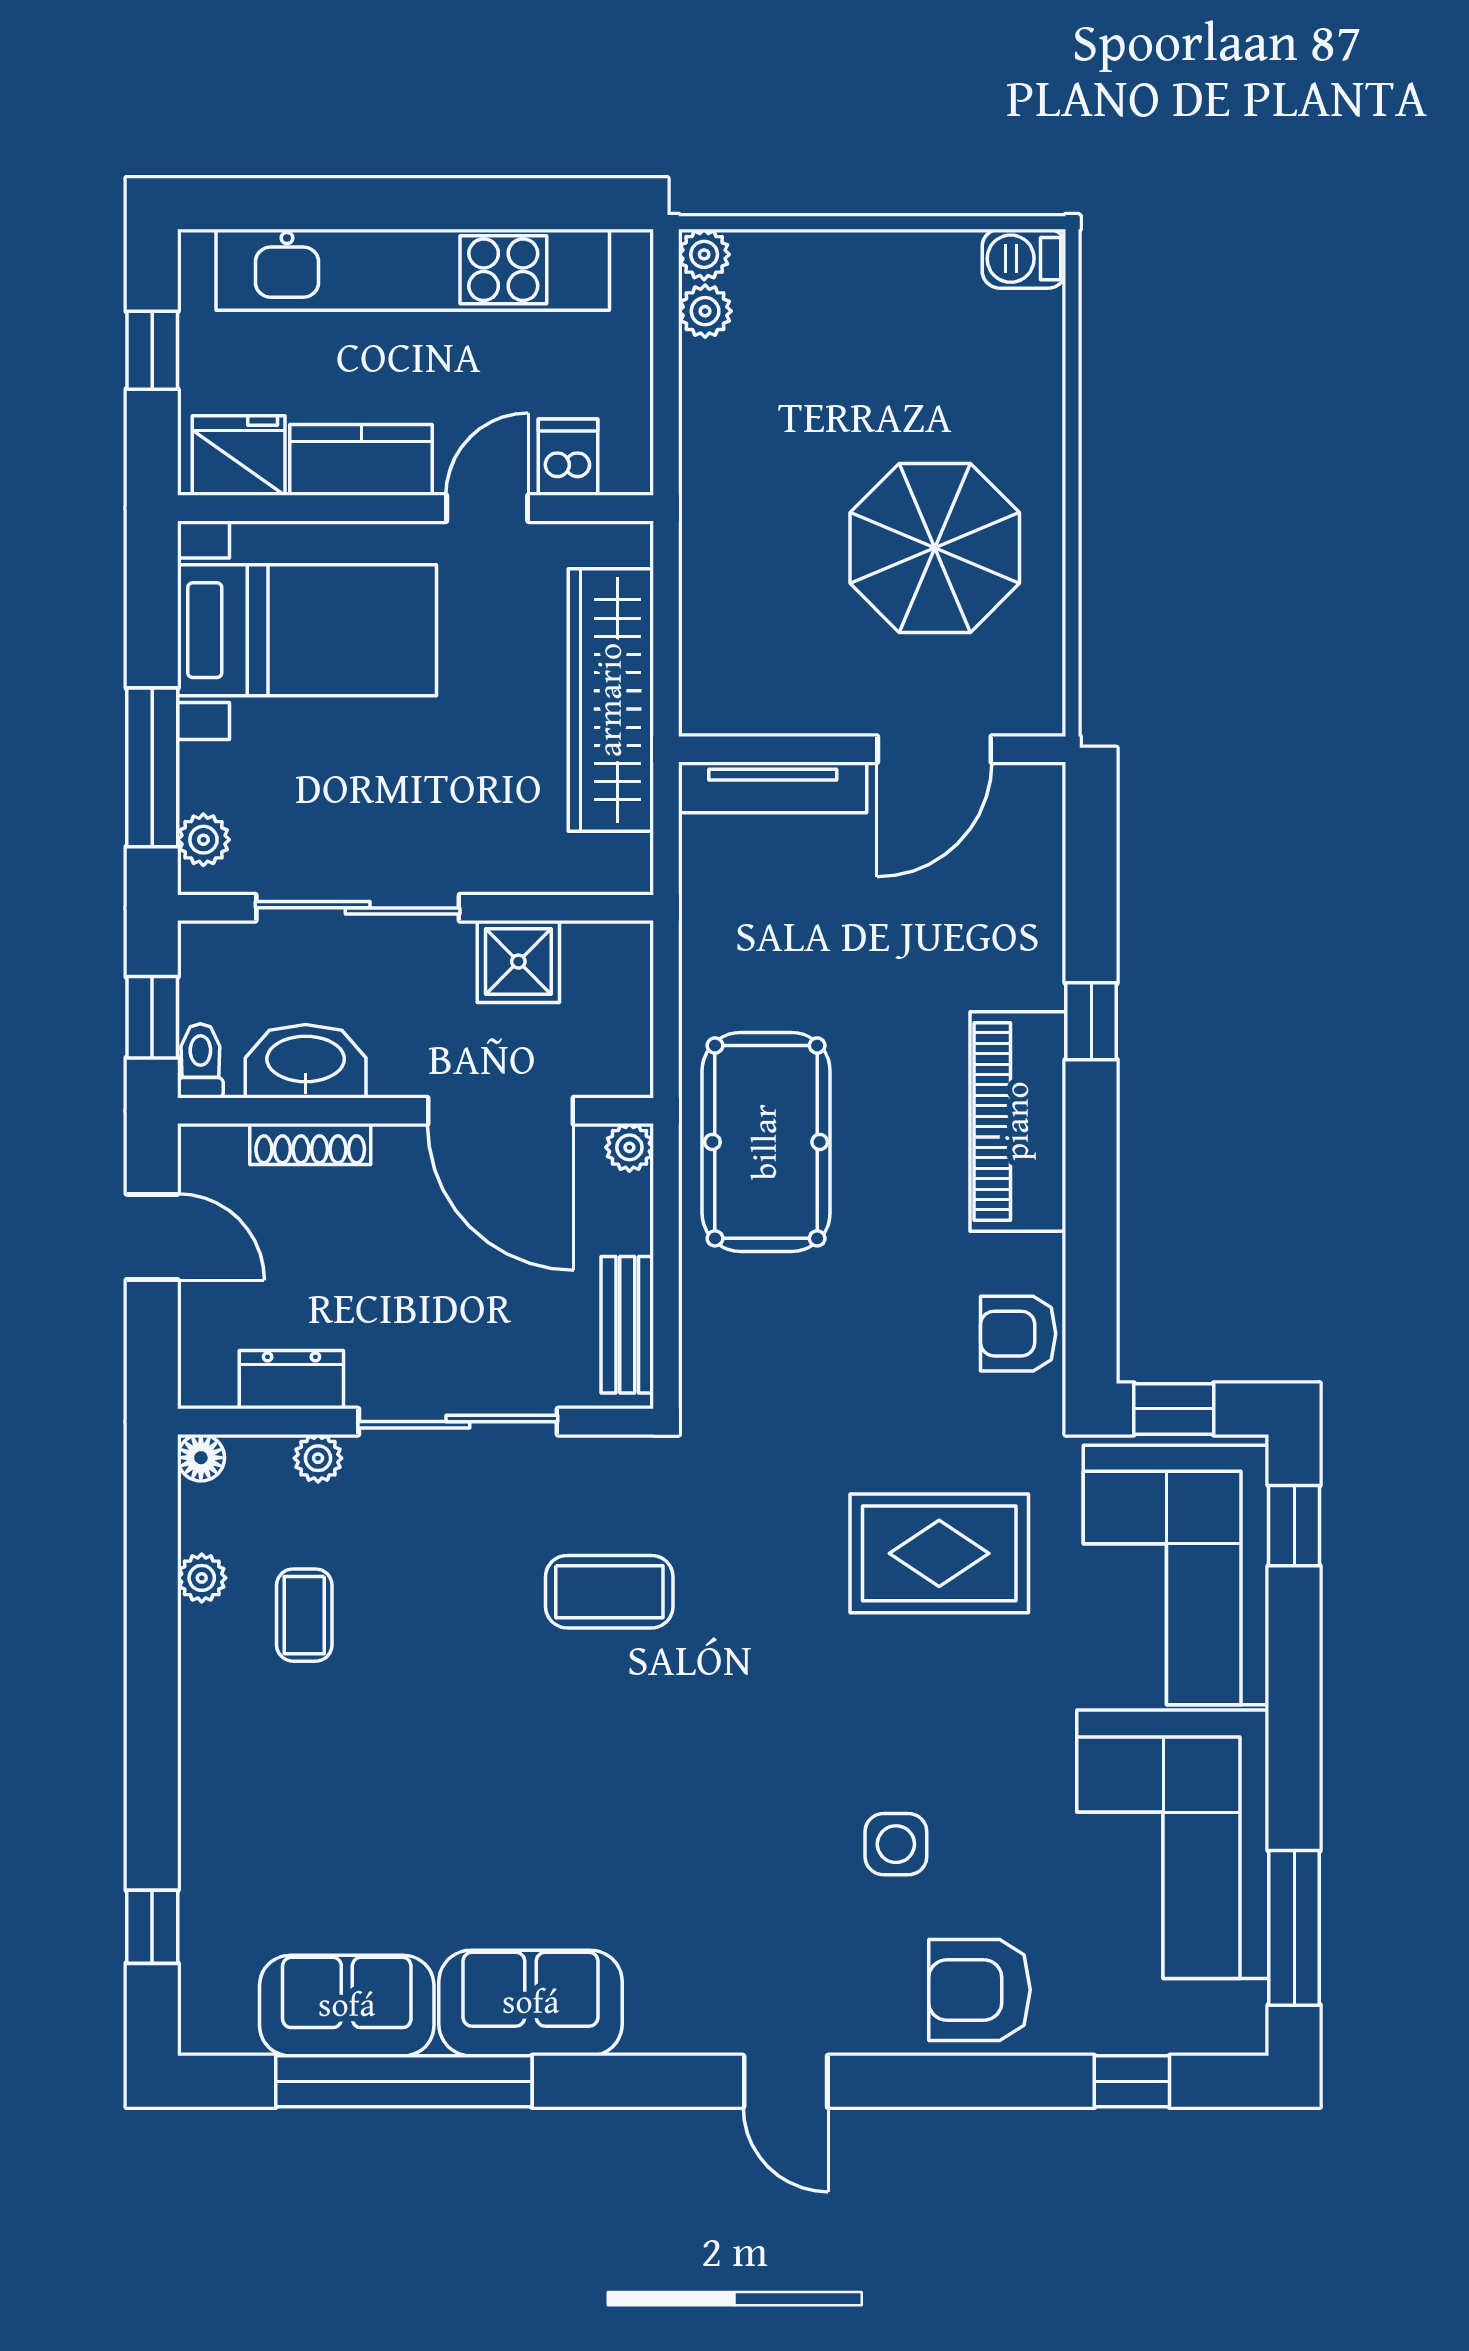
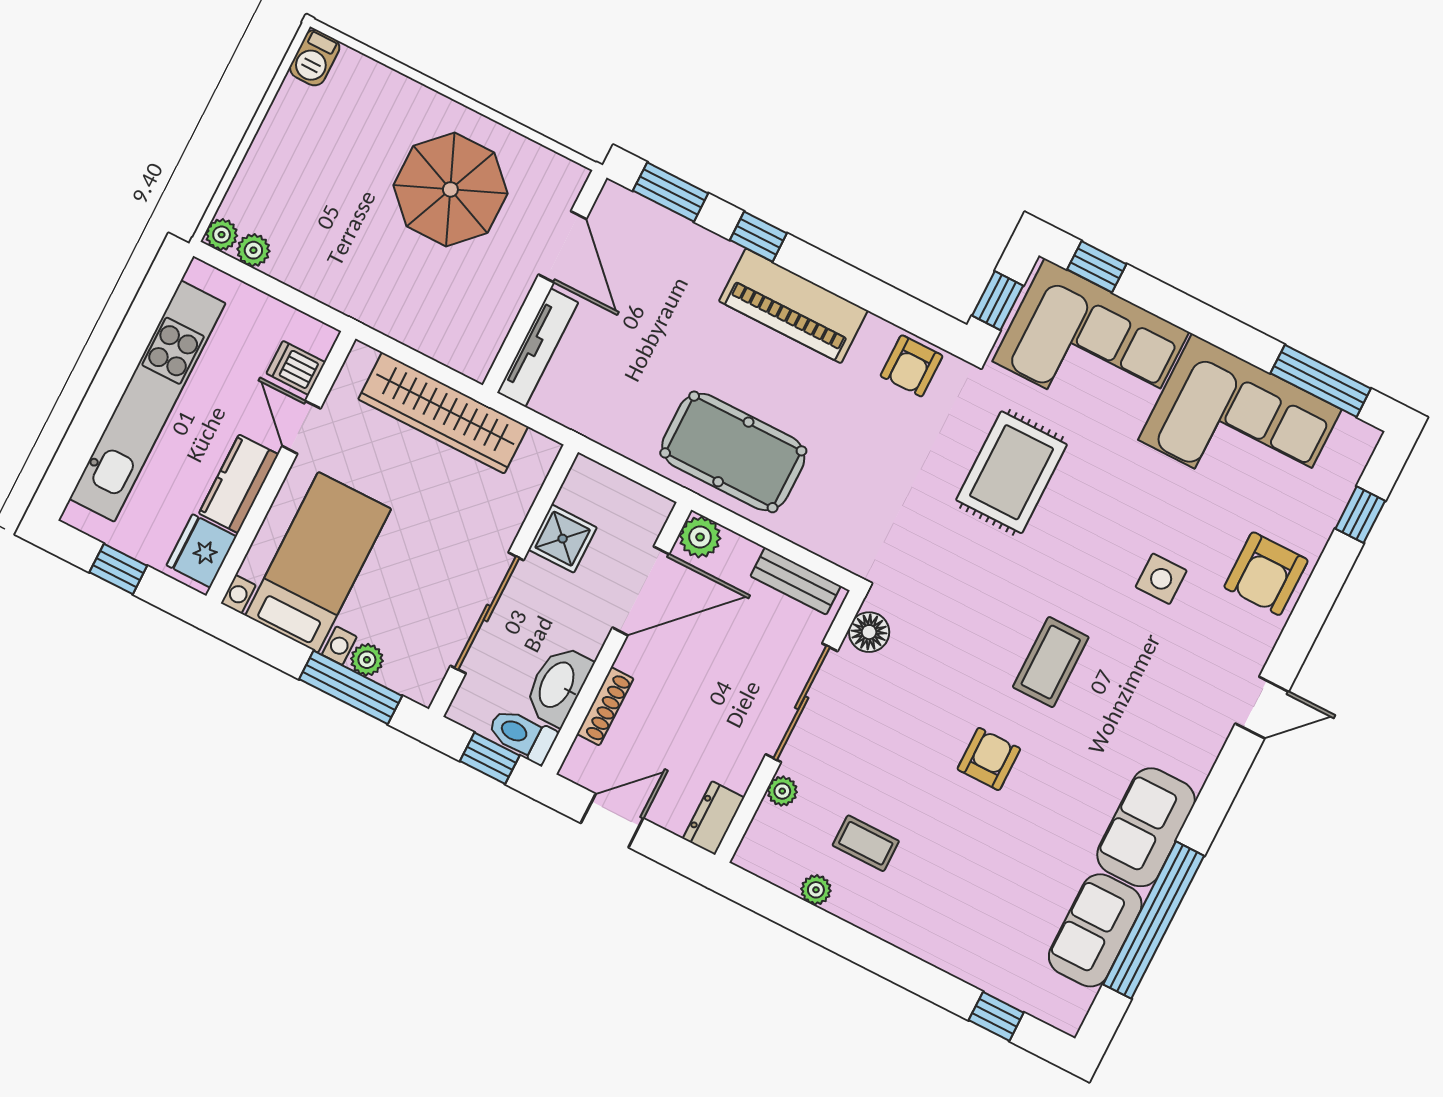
plant: (203, 840) -> (367, 660), moved
window: (1091, 864) -> (671, 192), added
toilet: (200, 1061) -> (522, 735), width x1.37, depth x1.39
plant: (629, 1147) -> (700, 537), width x1.38, depth x1.38
dresser: (291, 1380) -> (713, 818), moved
floor lamp: (201, 1458) -> (869, 632), moved, width x1.37, depth x1.37
coffee table: (609, 1592) -> (1051, 662), moved
armchair: (514, 1729) -> (989, 759), added

